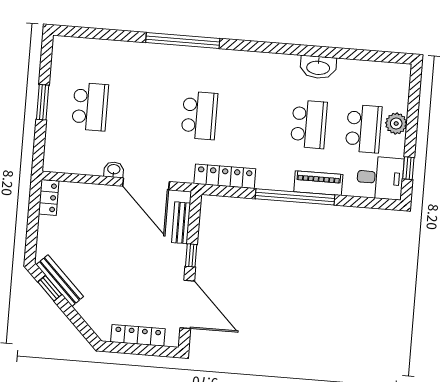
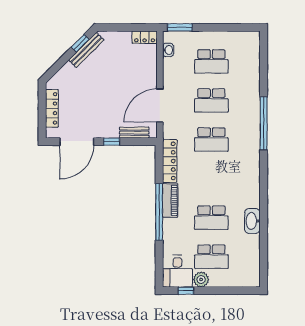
window: (43, 102) -> (180, 27), moved
school desk: (145, 111) -> (211, 100), added
plant: (396, 124) -> (201, 280), moved
washbasin: (114, 170) -> (168, 50), moved
piano: (318, 183) -> (170, 200), moved

